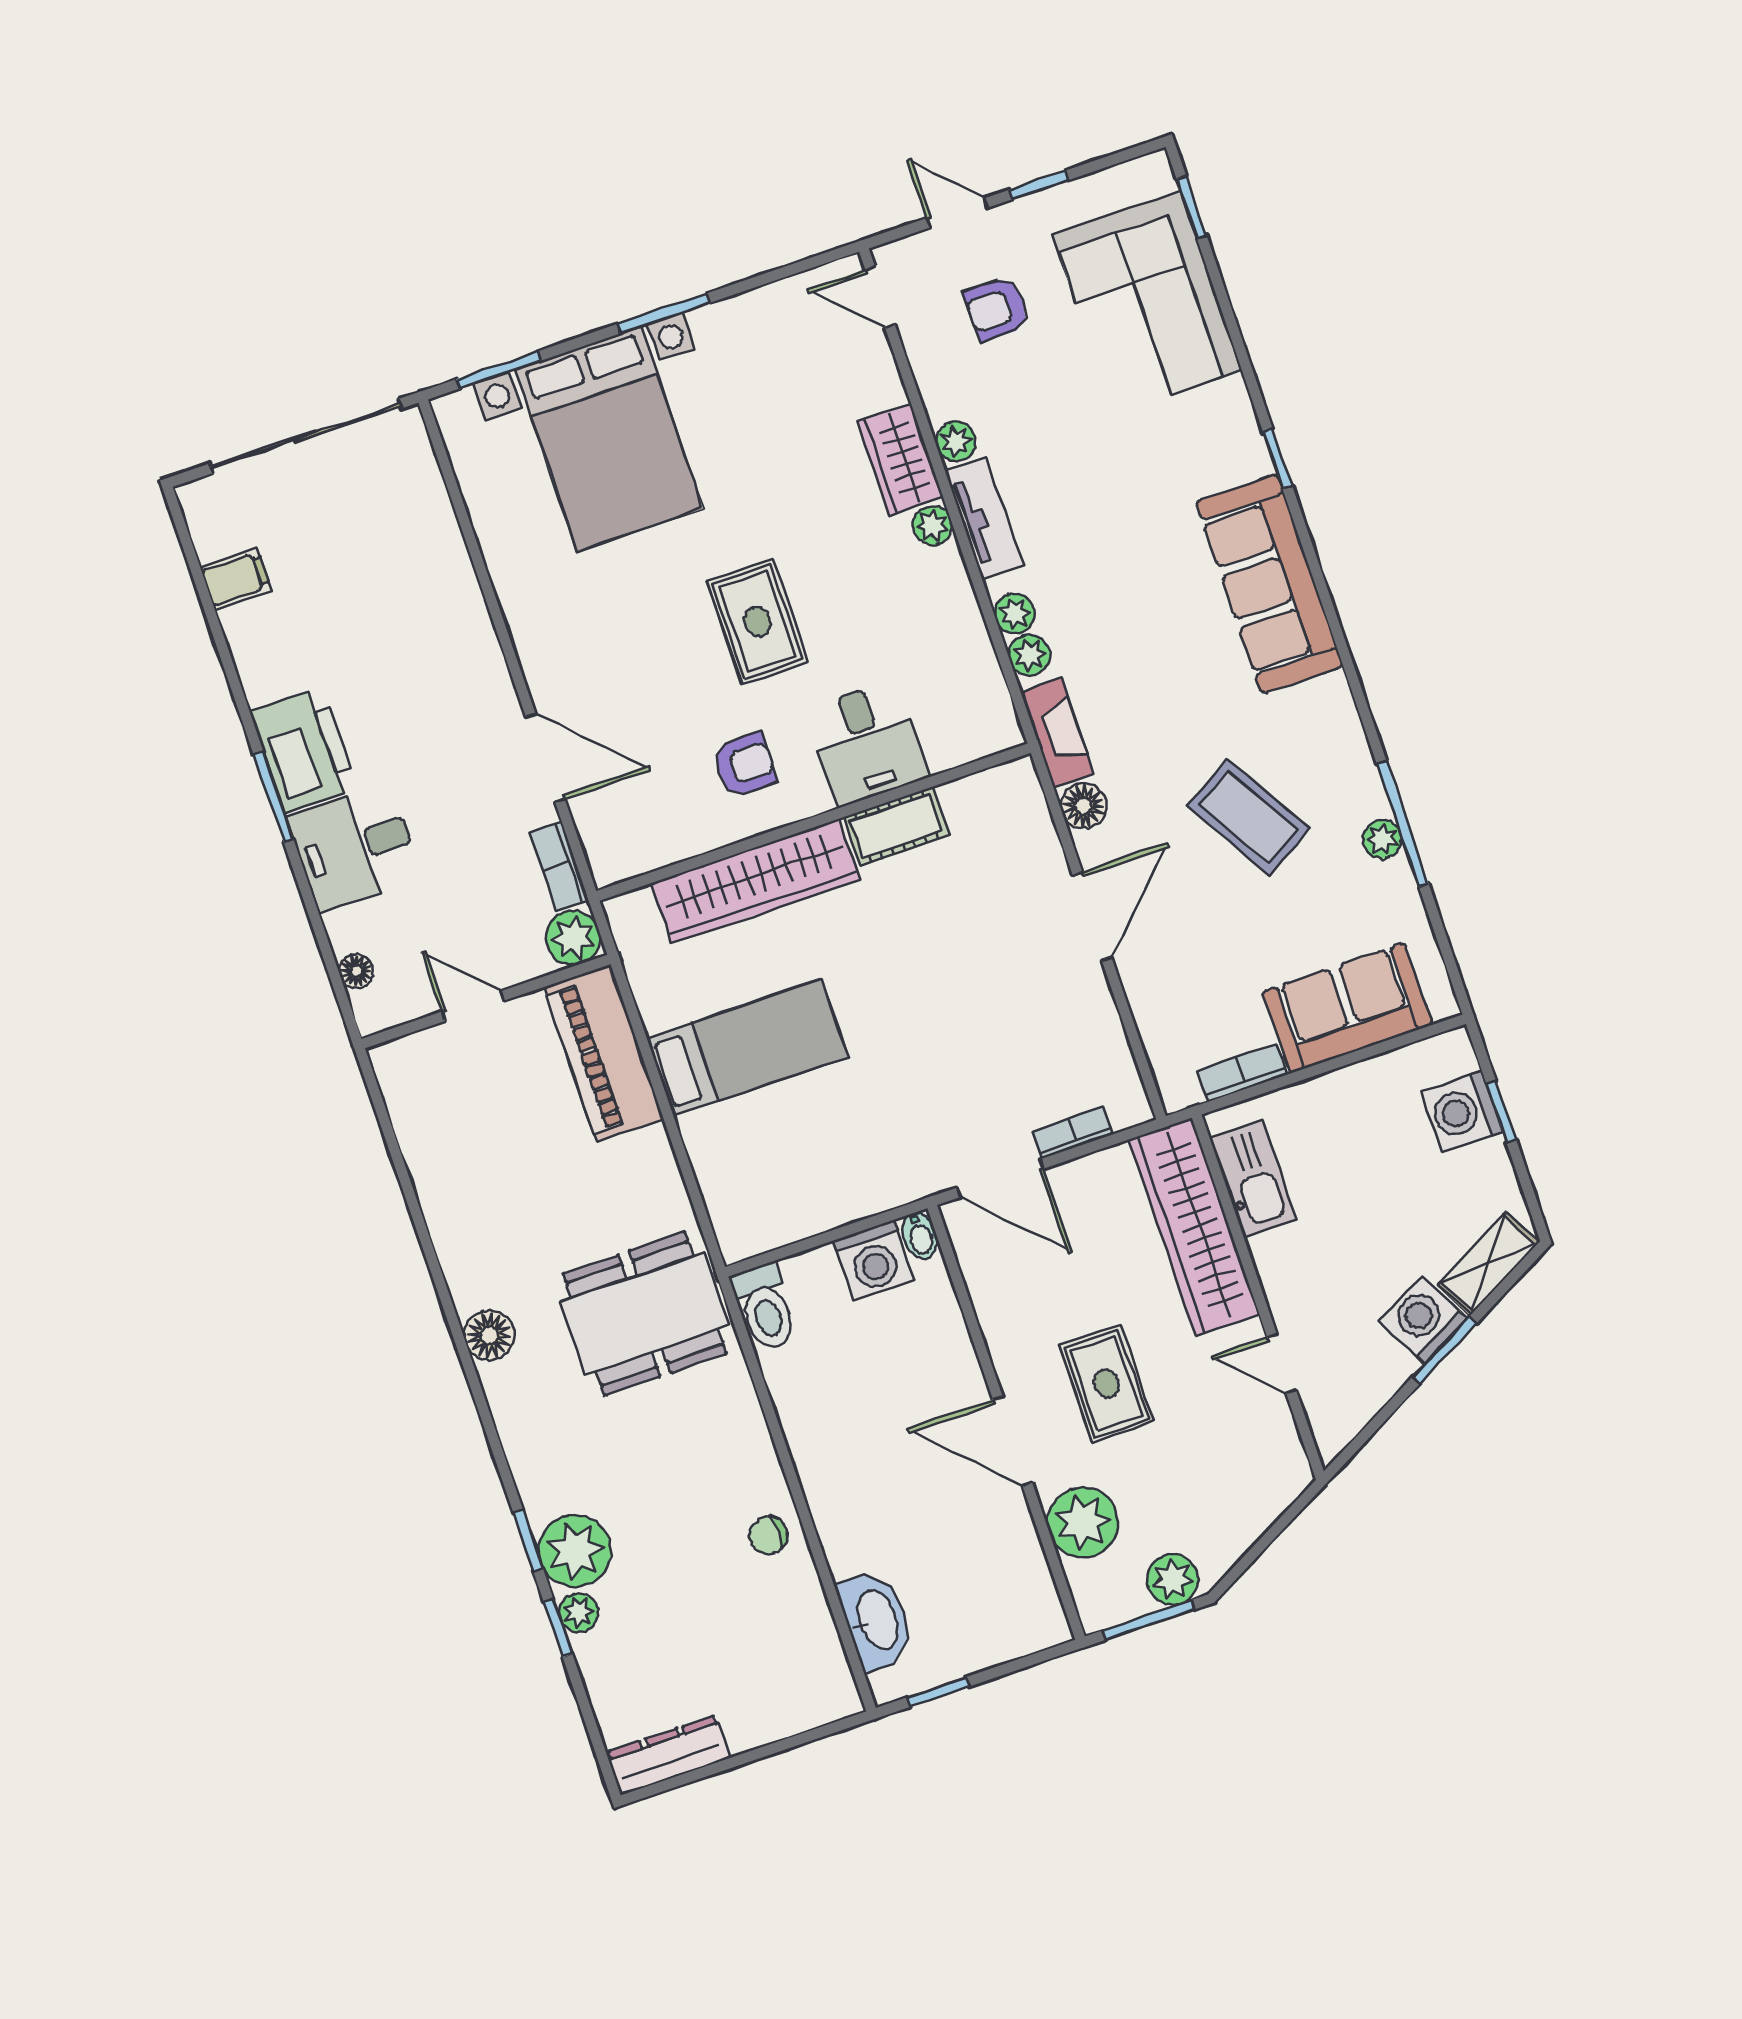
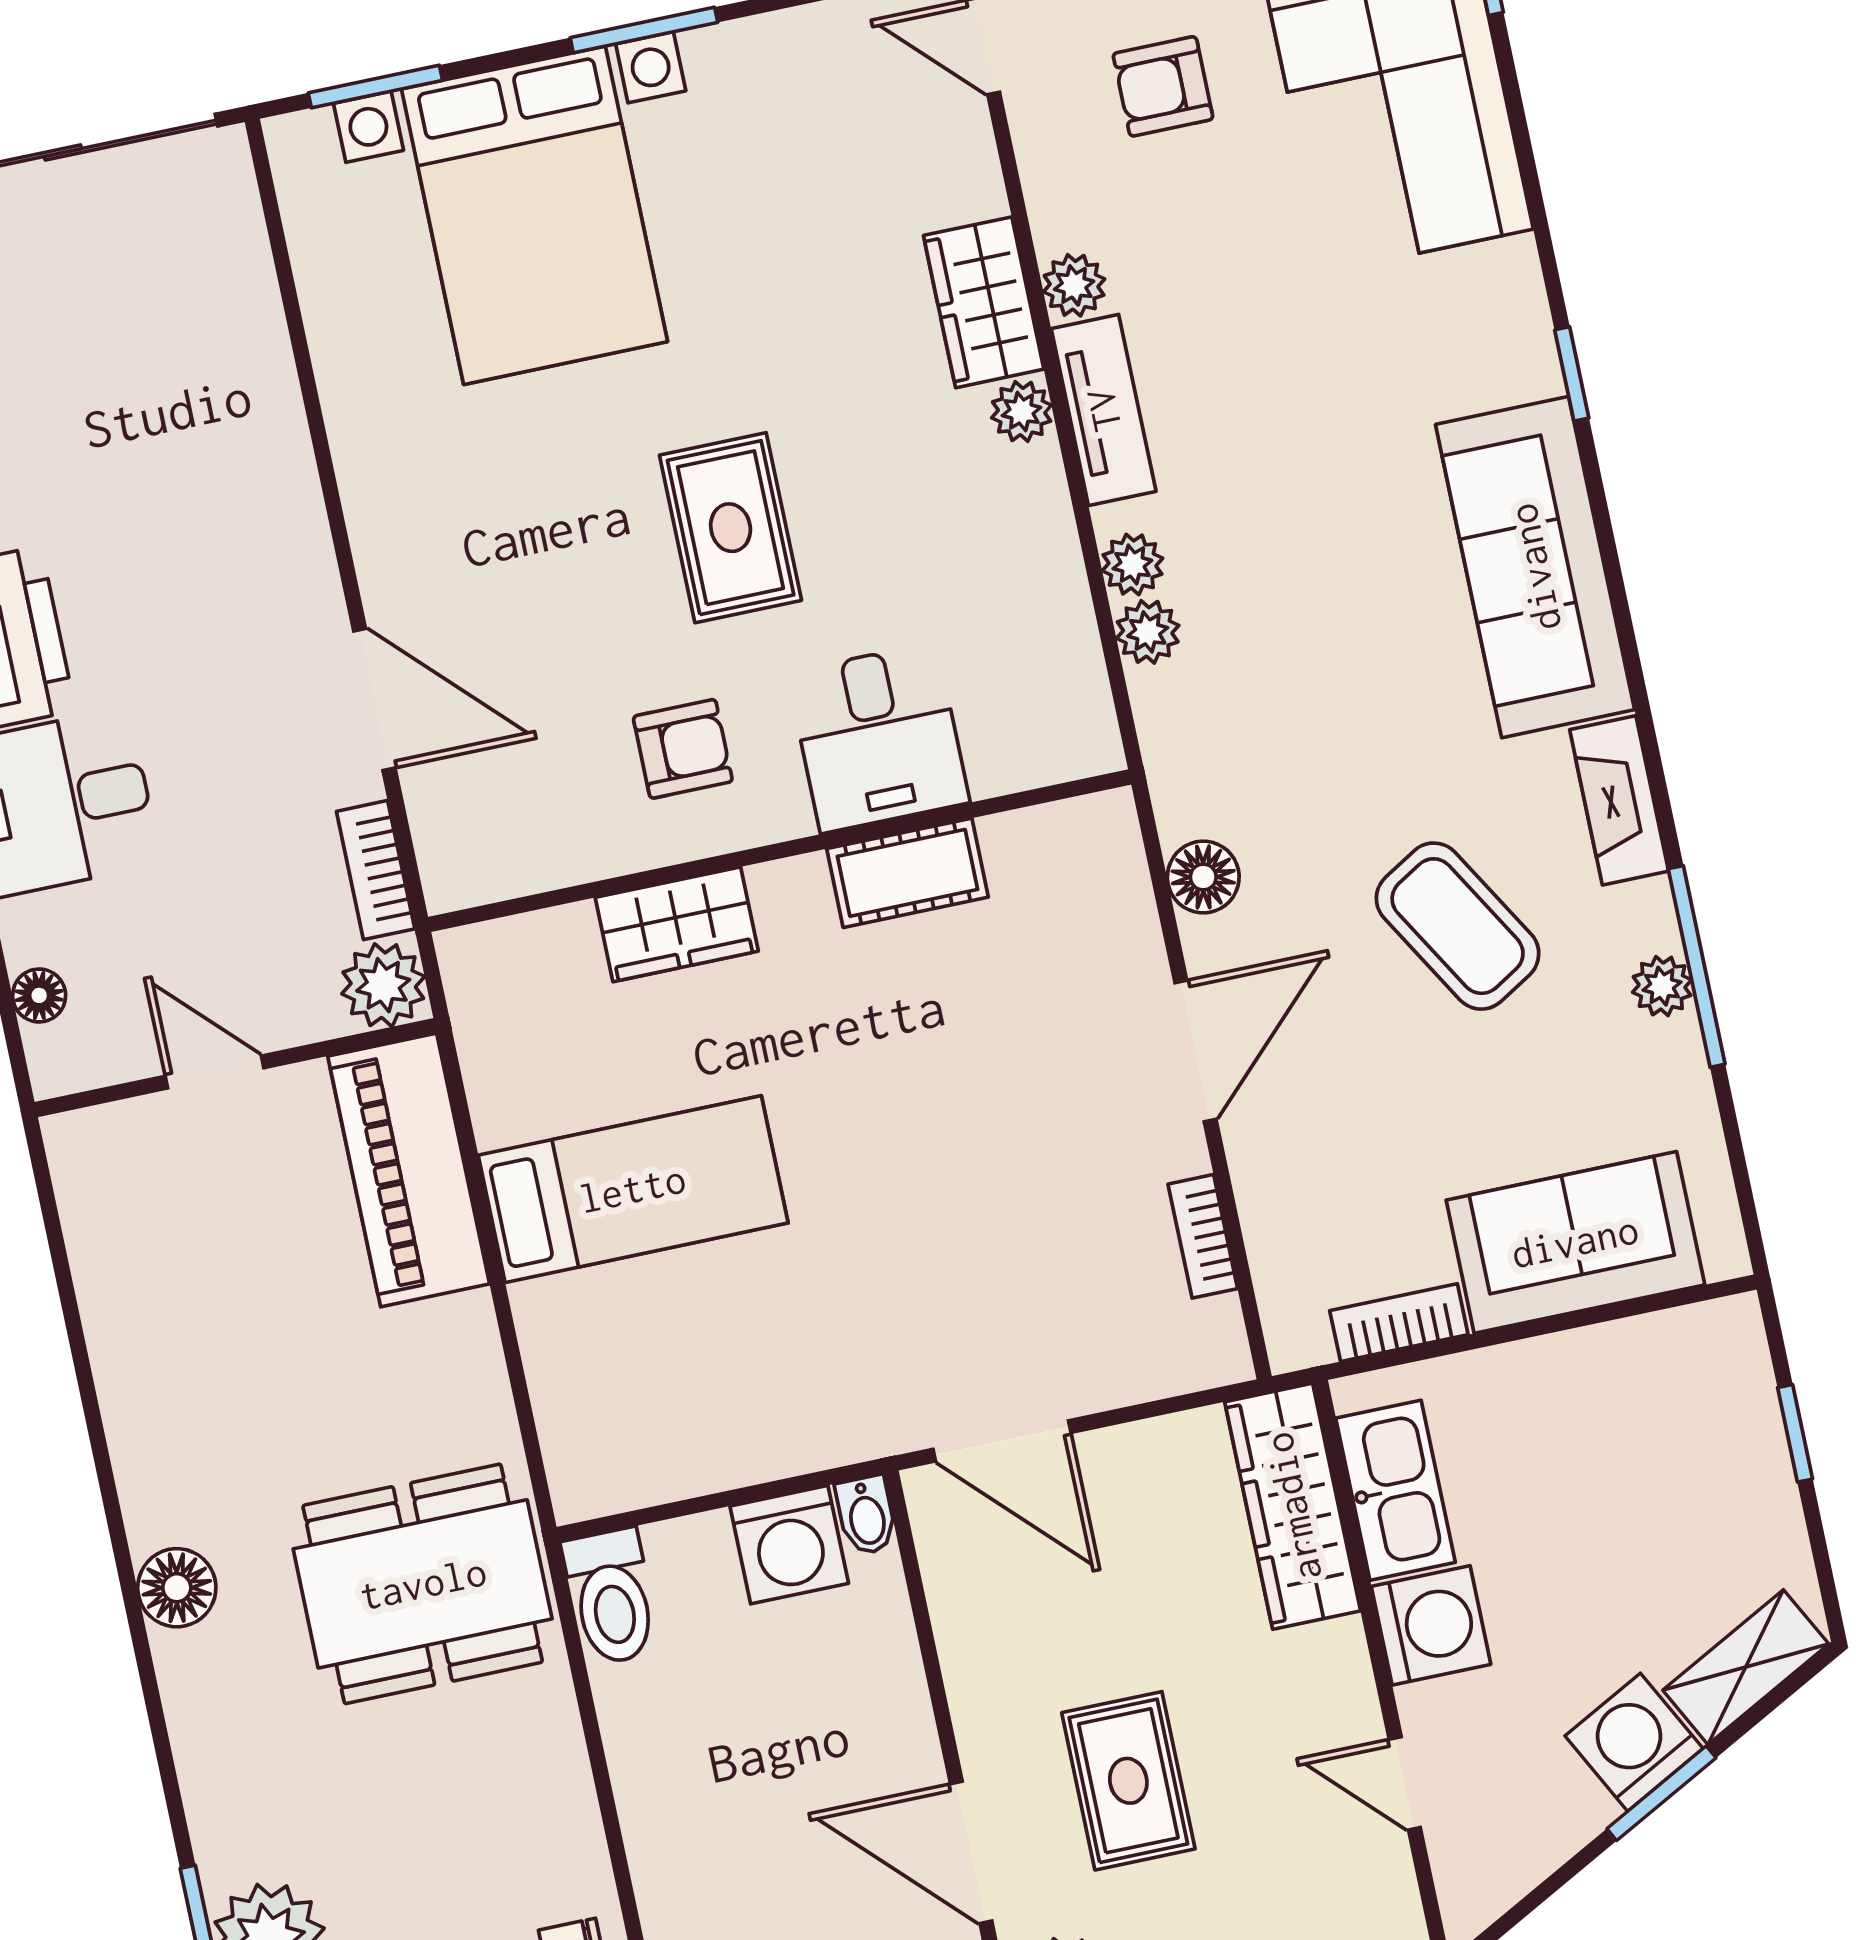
fireplace: (1057, 733) -> (1619, 800), moved, turned 180
wardrobe: (756, 881) -> (677, 924), width x0.48, depth x0.85
washing machine: (1462, 1111) -> (1431, 1625), moved, turned 180
bookcase: (1073, 1132) -> (1203, 1236), moved, turned -90
wardrobe: (1194, 1227) -> (1293, 1506), width x0.71, depth x0.85

